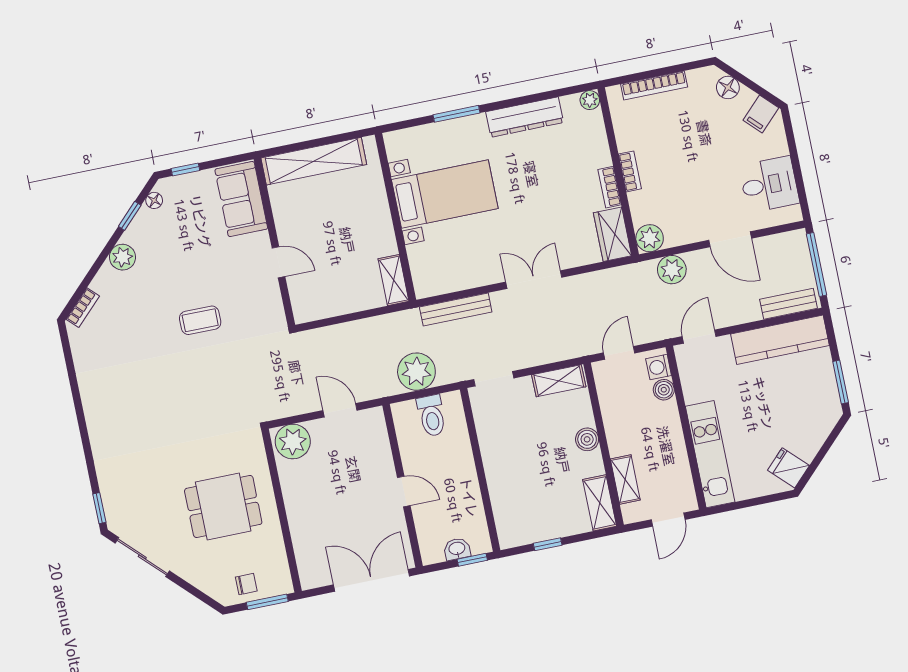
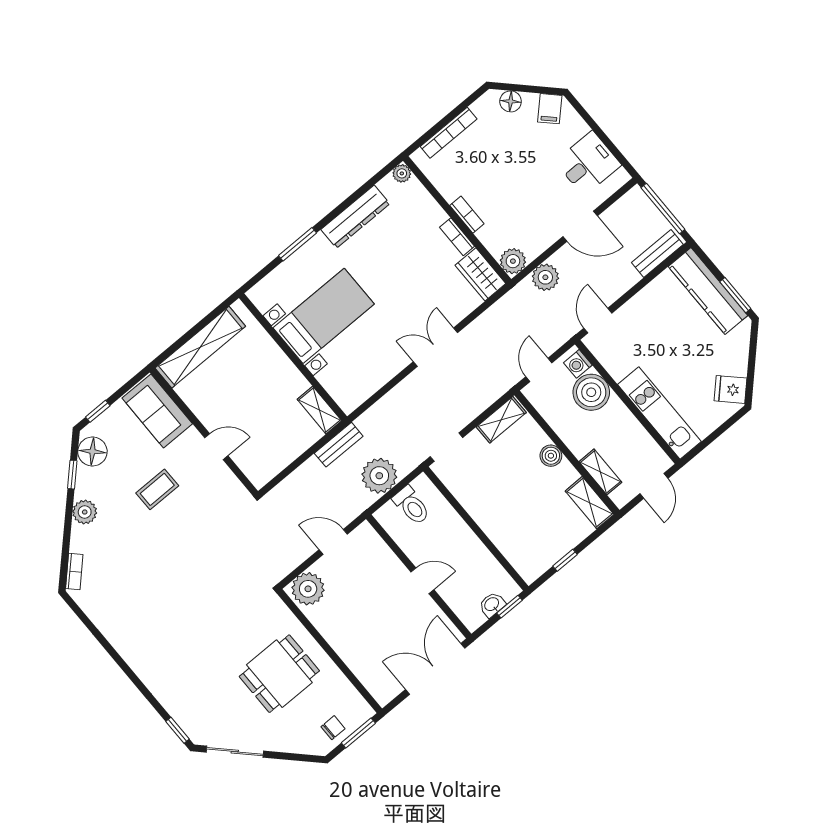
floor lamp: (154, 200) -> (92, 452), width x1.89, depth x1.89
bench: (456, 309) -> (339, 445), moved, width x0.73
coffee table: (200, 320) -> (157, 489), moved
kitchen counter: (780, 340) -> (708, 291), moved, turned 90
boiler: (664, 390) -> (591, 392), width x1.86, depth x1.86

